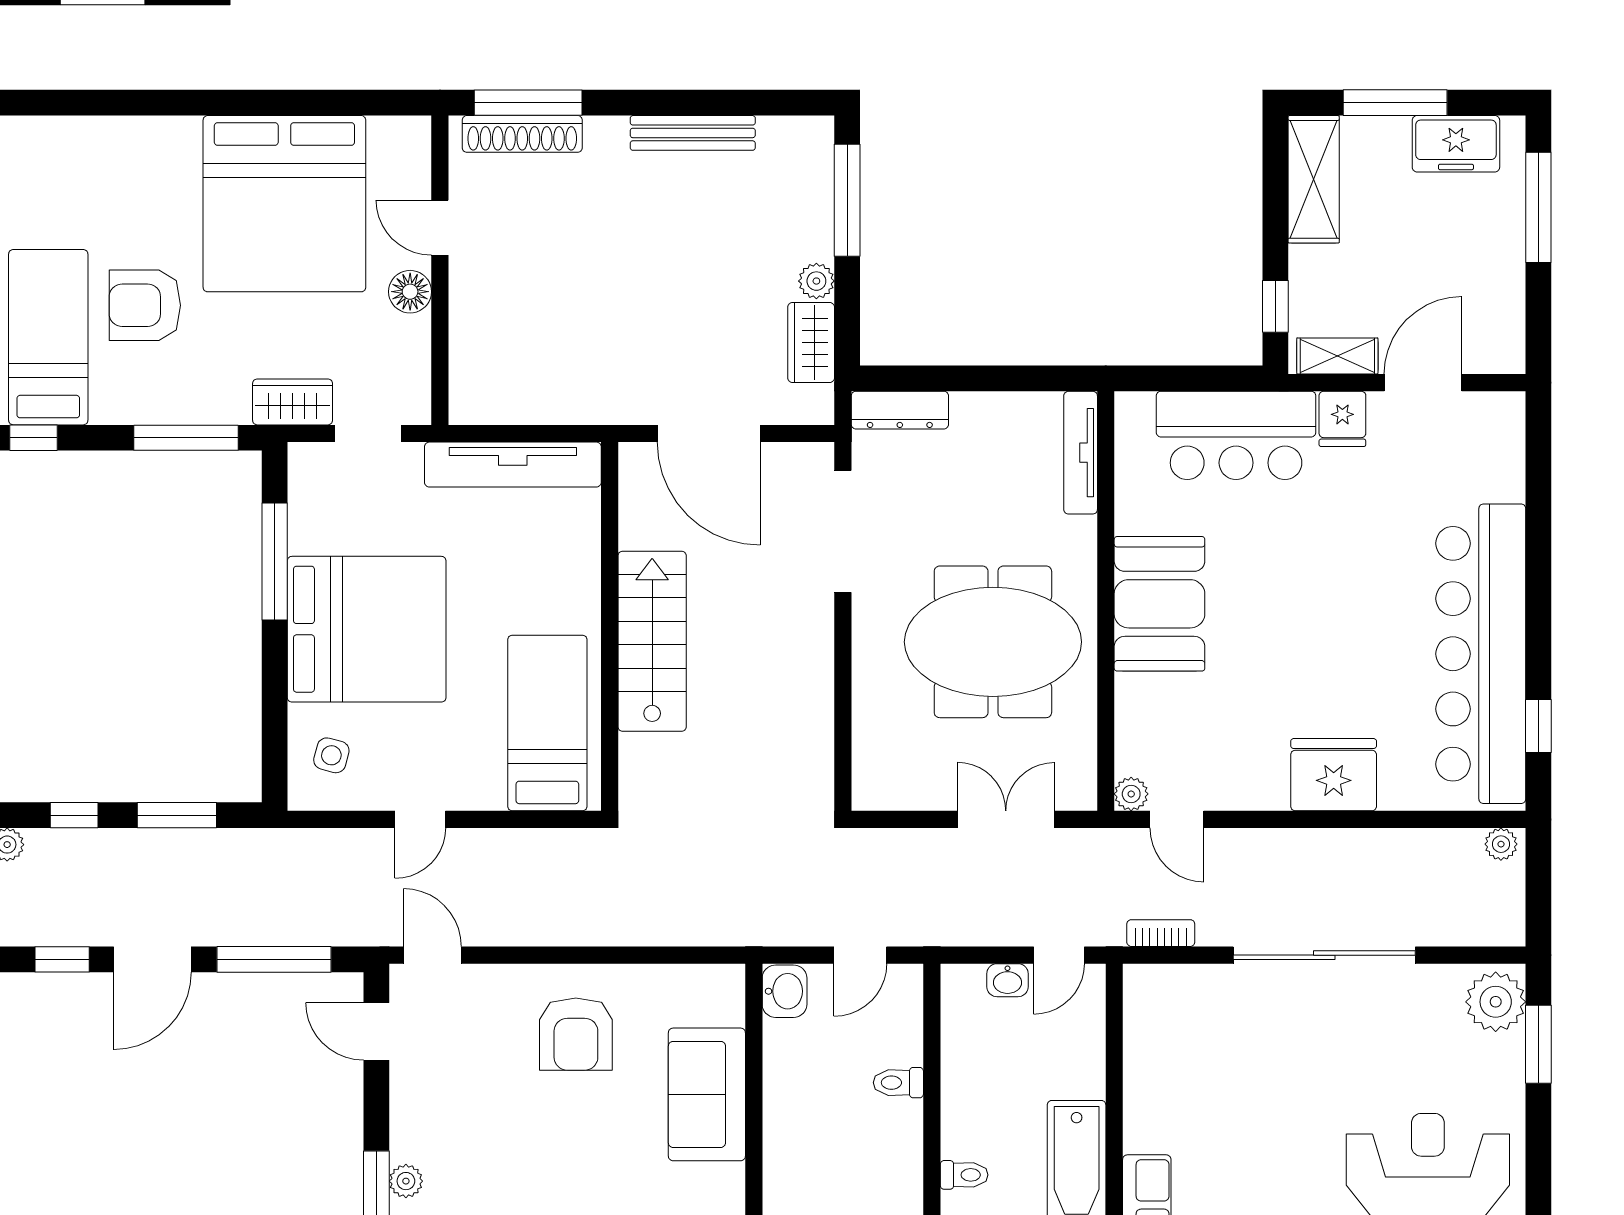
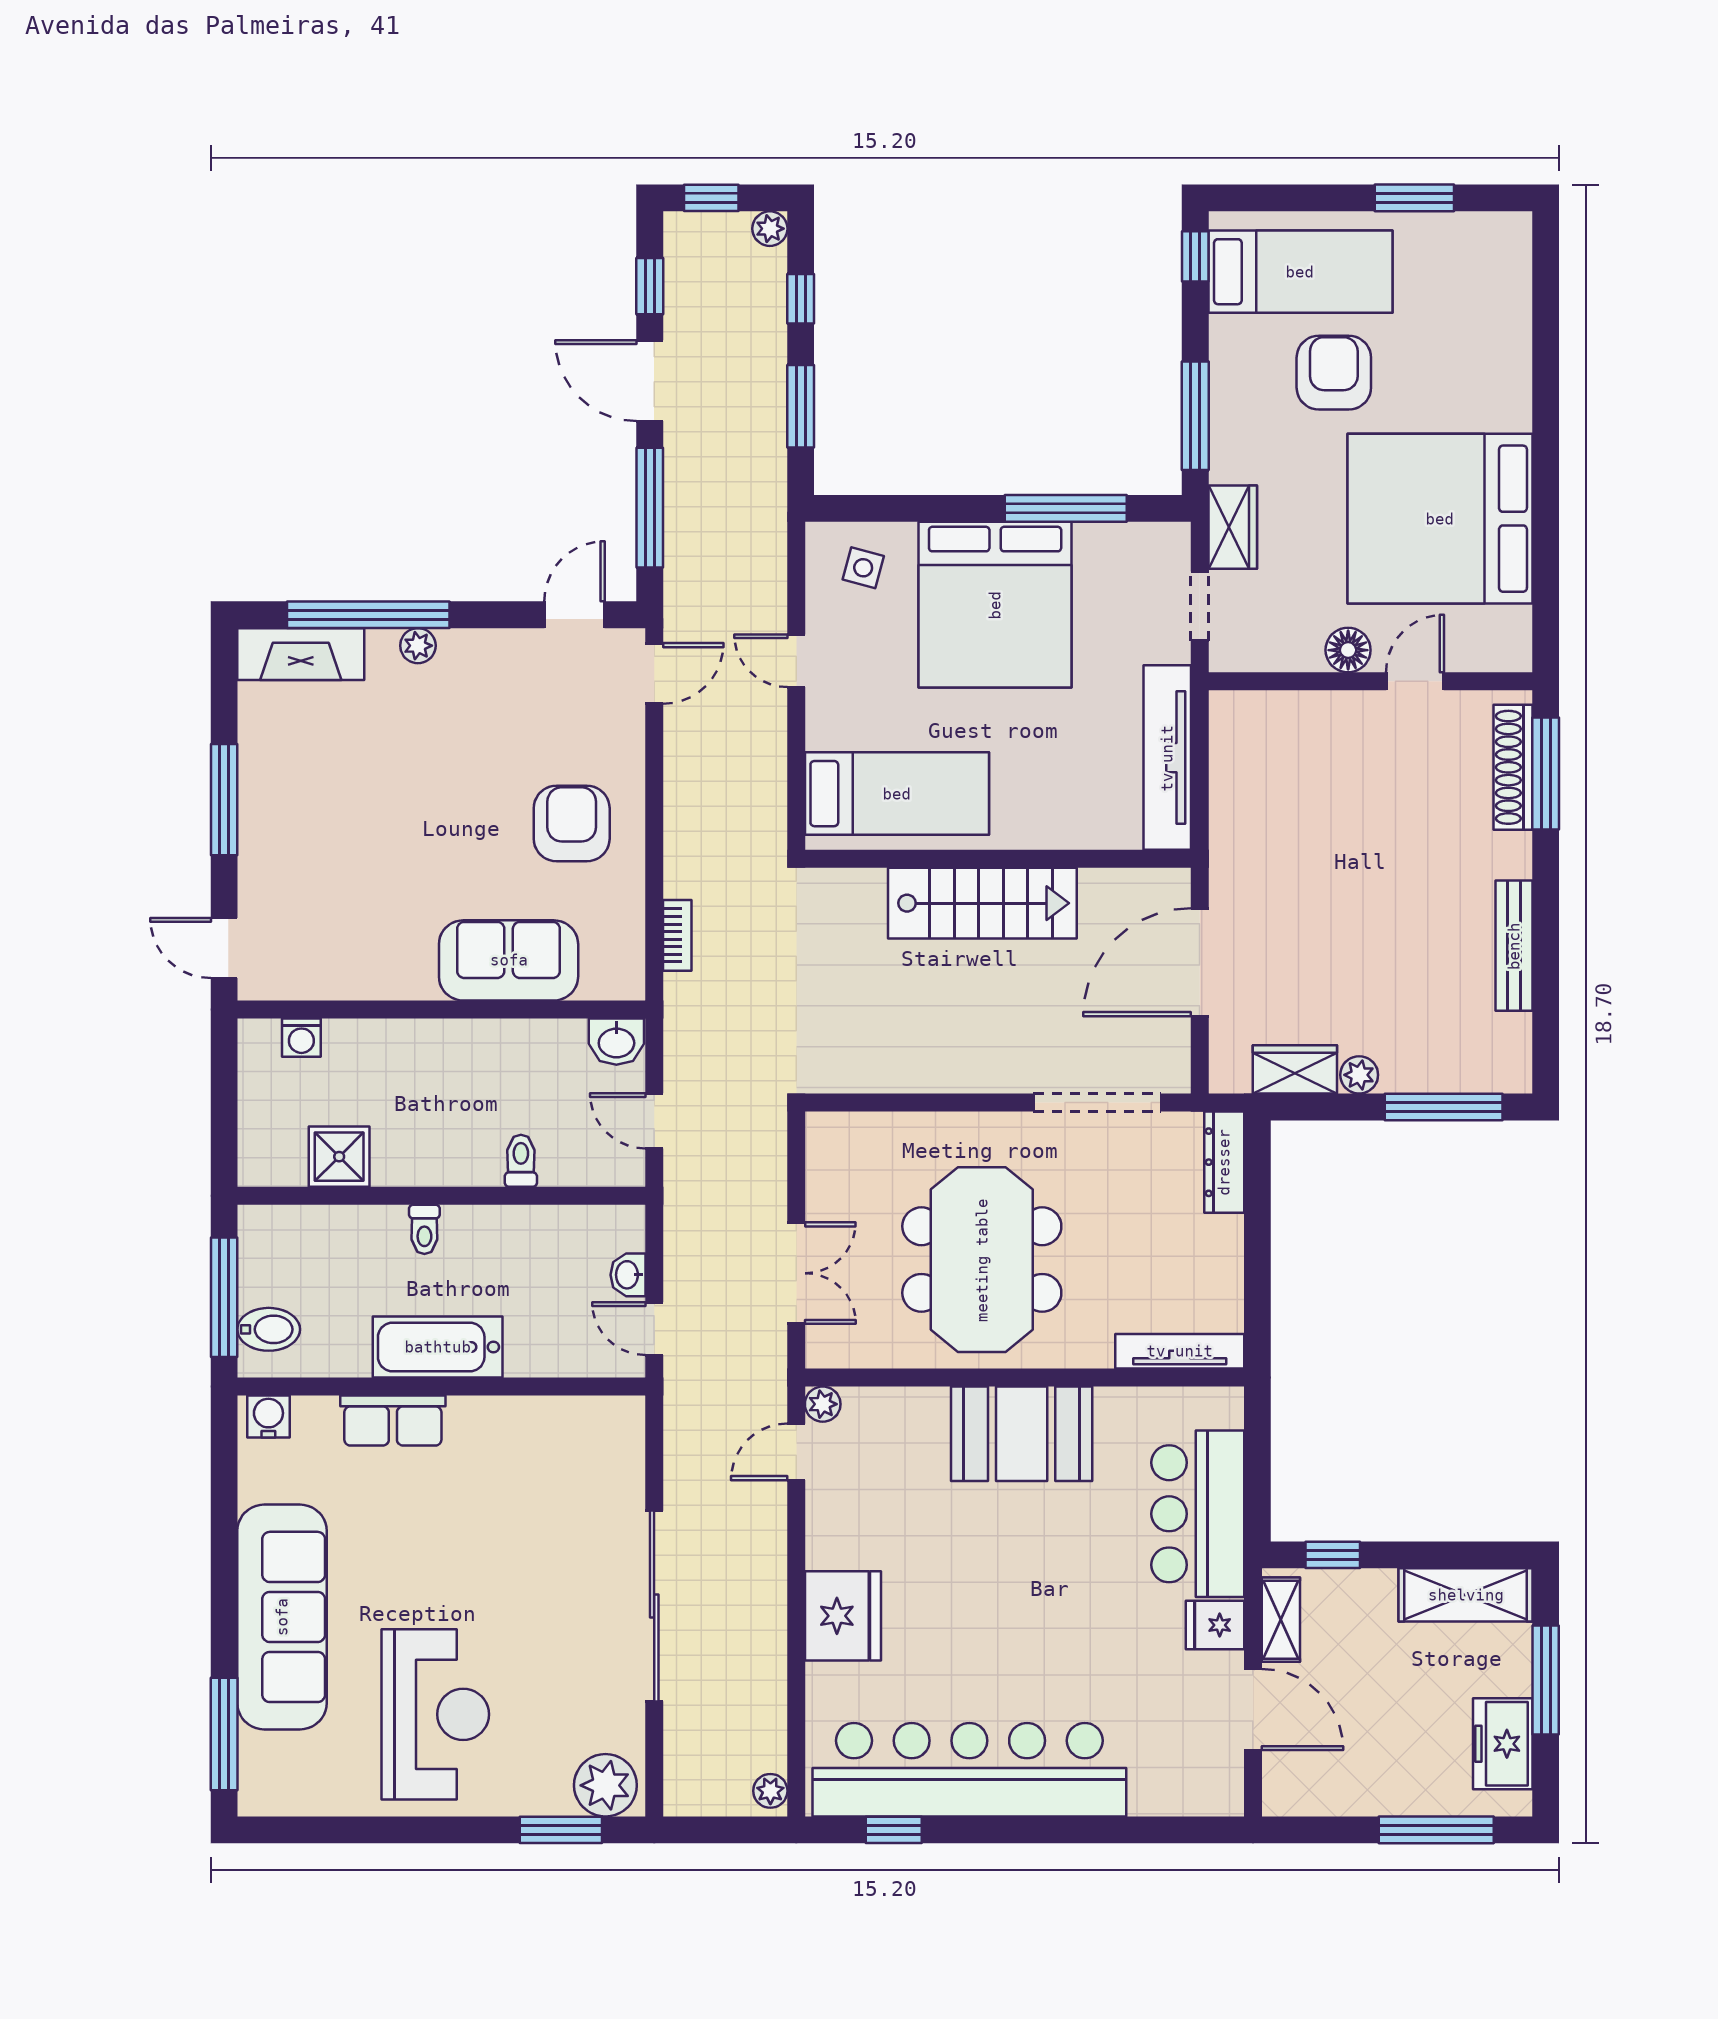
bookcase: (1161, 933) -> (677, 935), moved
armchair: (576, 1034) -> (572, 823), turned 90

